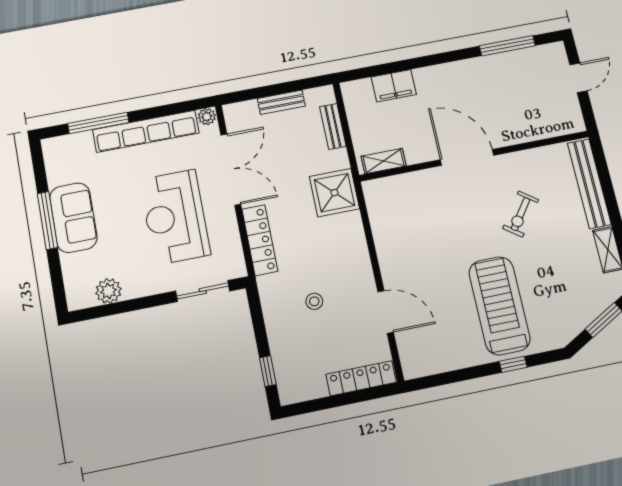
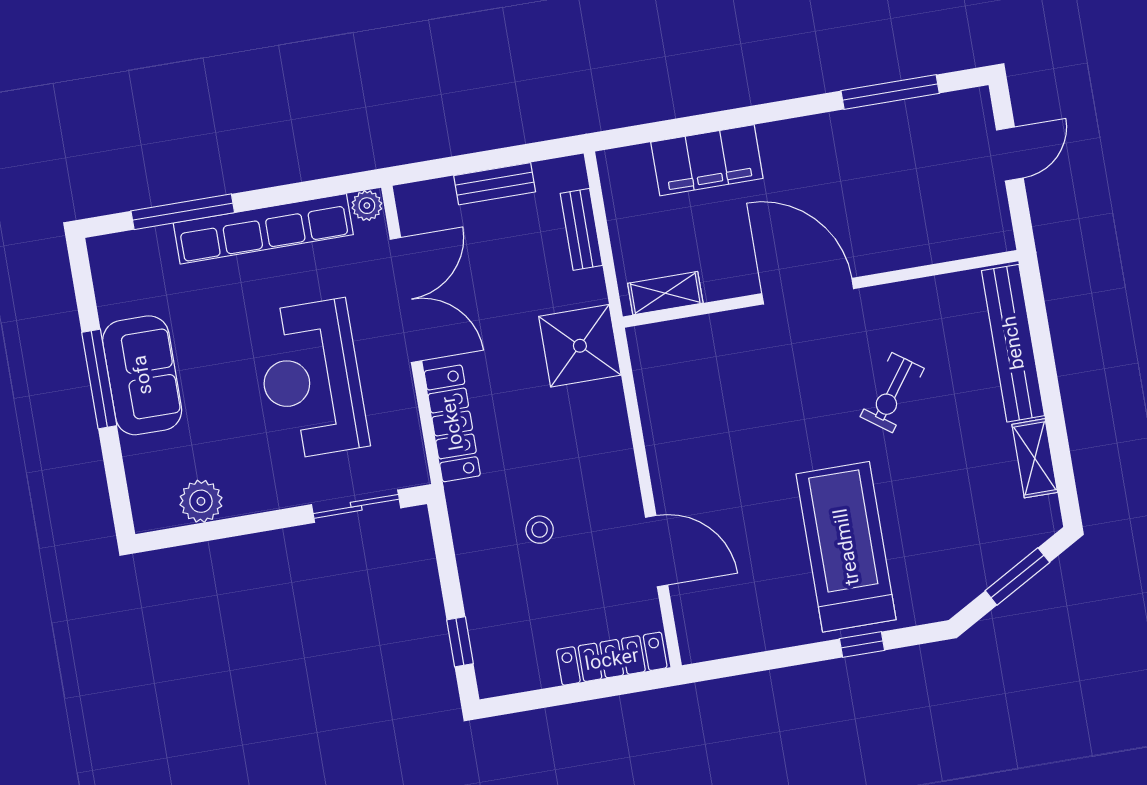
filing cabinet: (394, 86) -> (707, 160), width x1.50, depth x1.17

